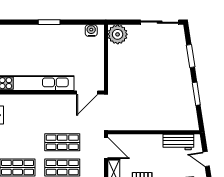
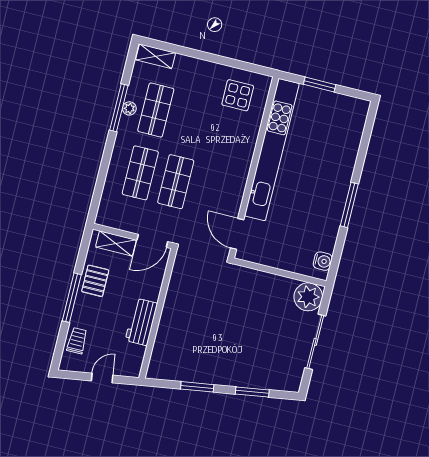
window: (49, 22) -> (349, 205), width x1.44
sliding door: (160, 22) -> (315, 342), moved
workbench: (178, 142) -> (141, 322), moved

